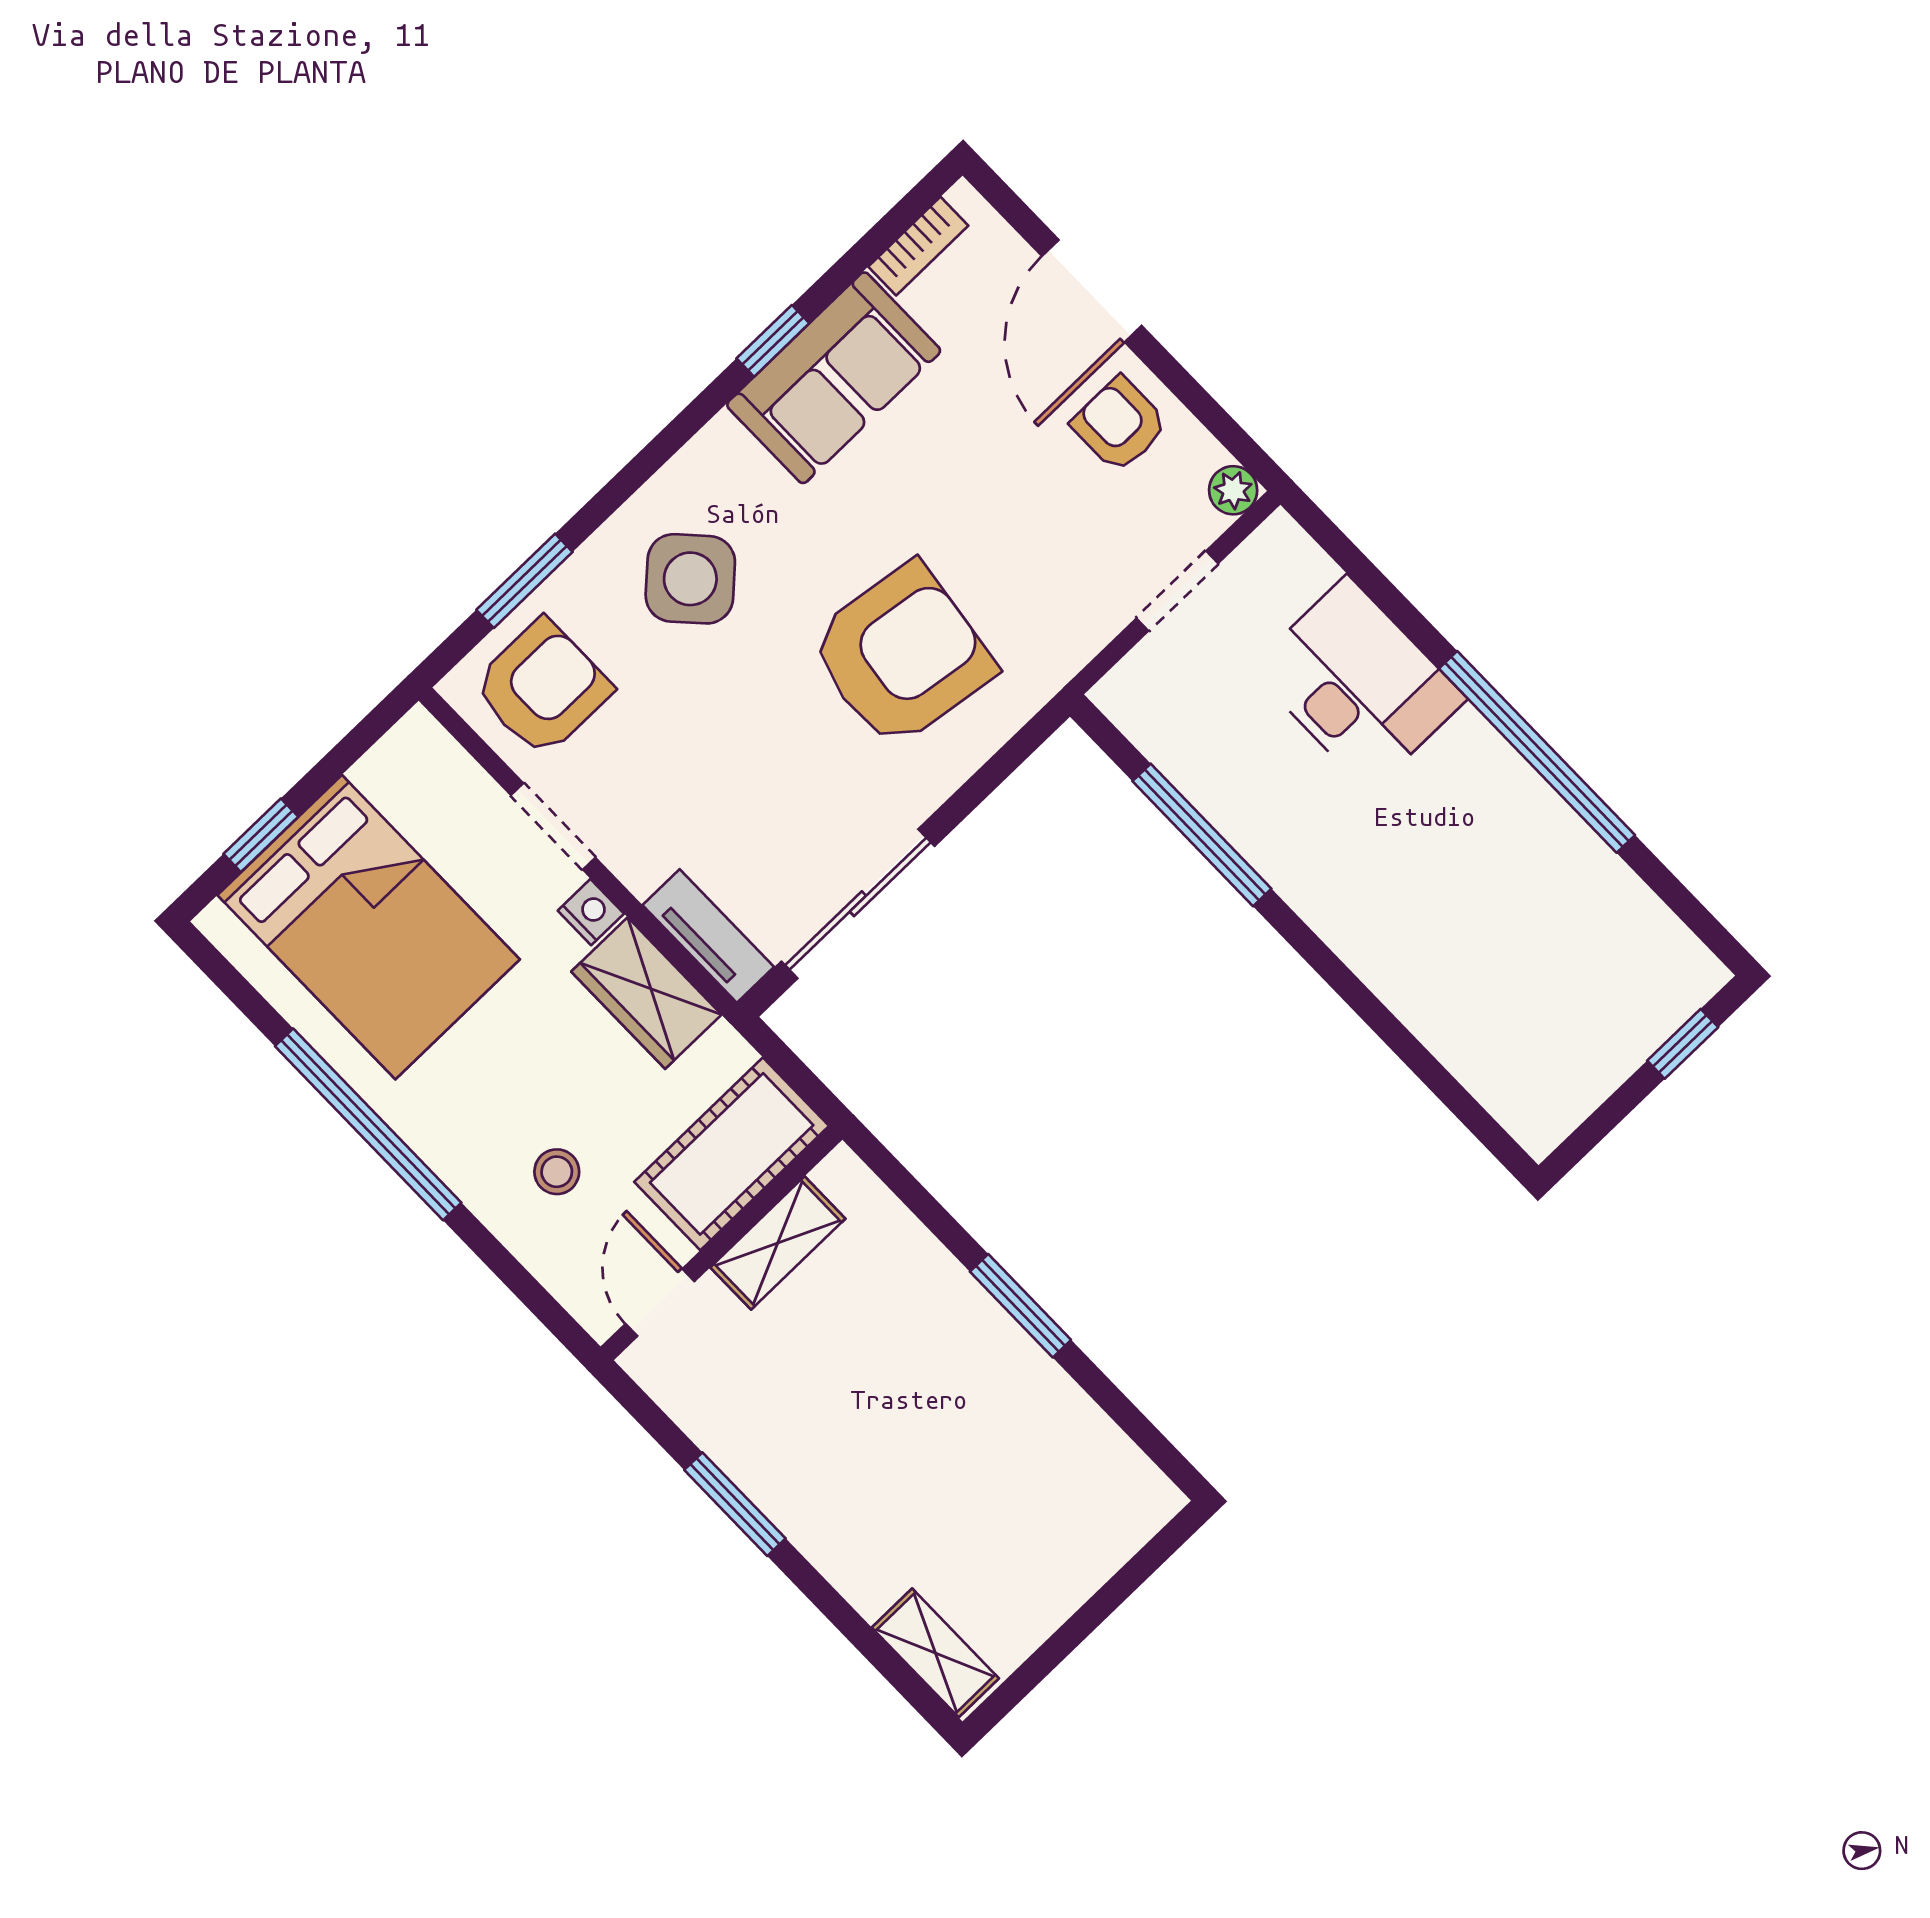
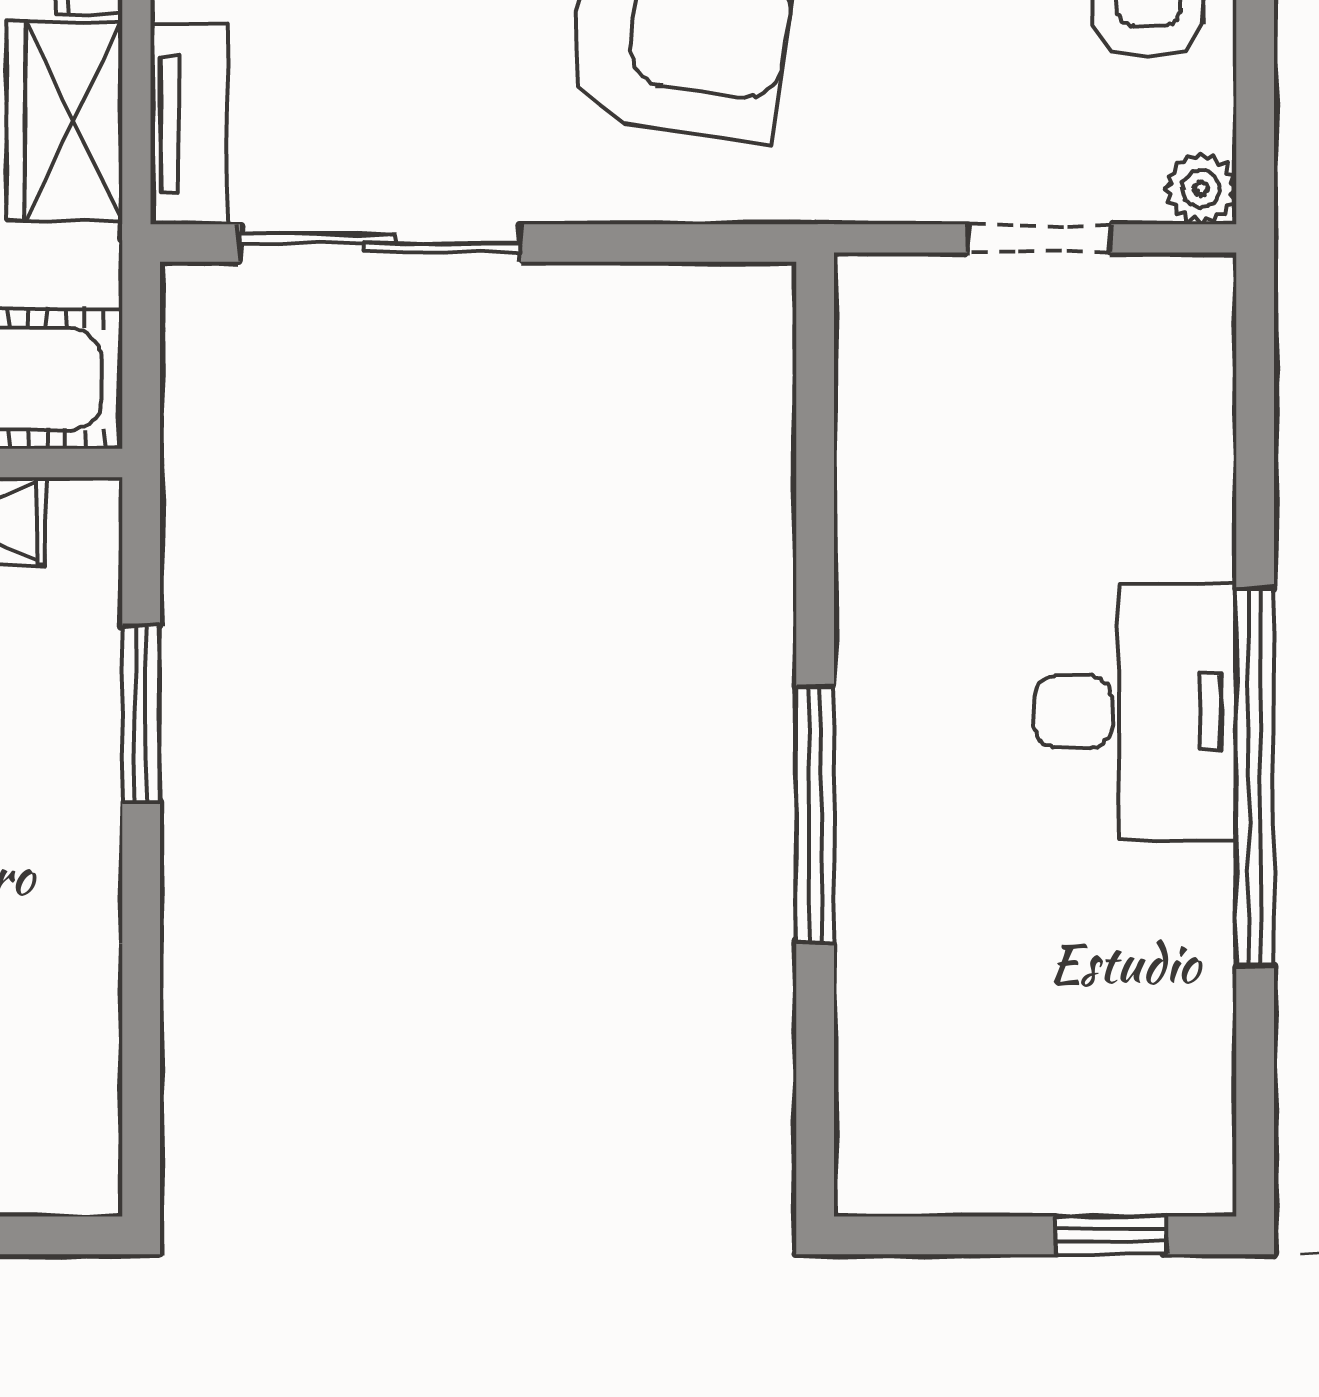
desk: (1358, 684) -> (1135, 712), moved
window: (1202, 835) -> (815, 815), moved
window: (1020, 1306) -> (141, 714), moved

